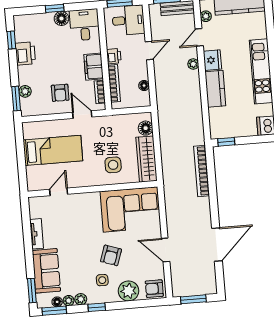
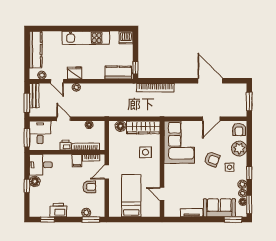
filing cabinet: (94, 67) -> (77, 161), width x0.50
kitchen counter: (215, 89) -> (118, 73), moved

